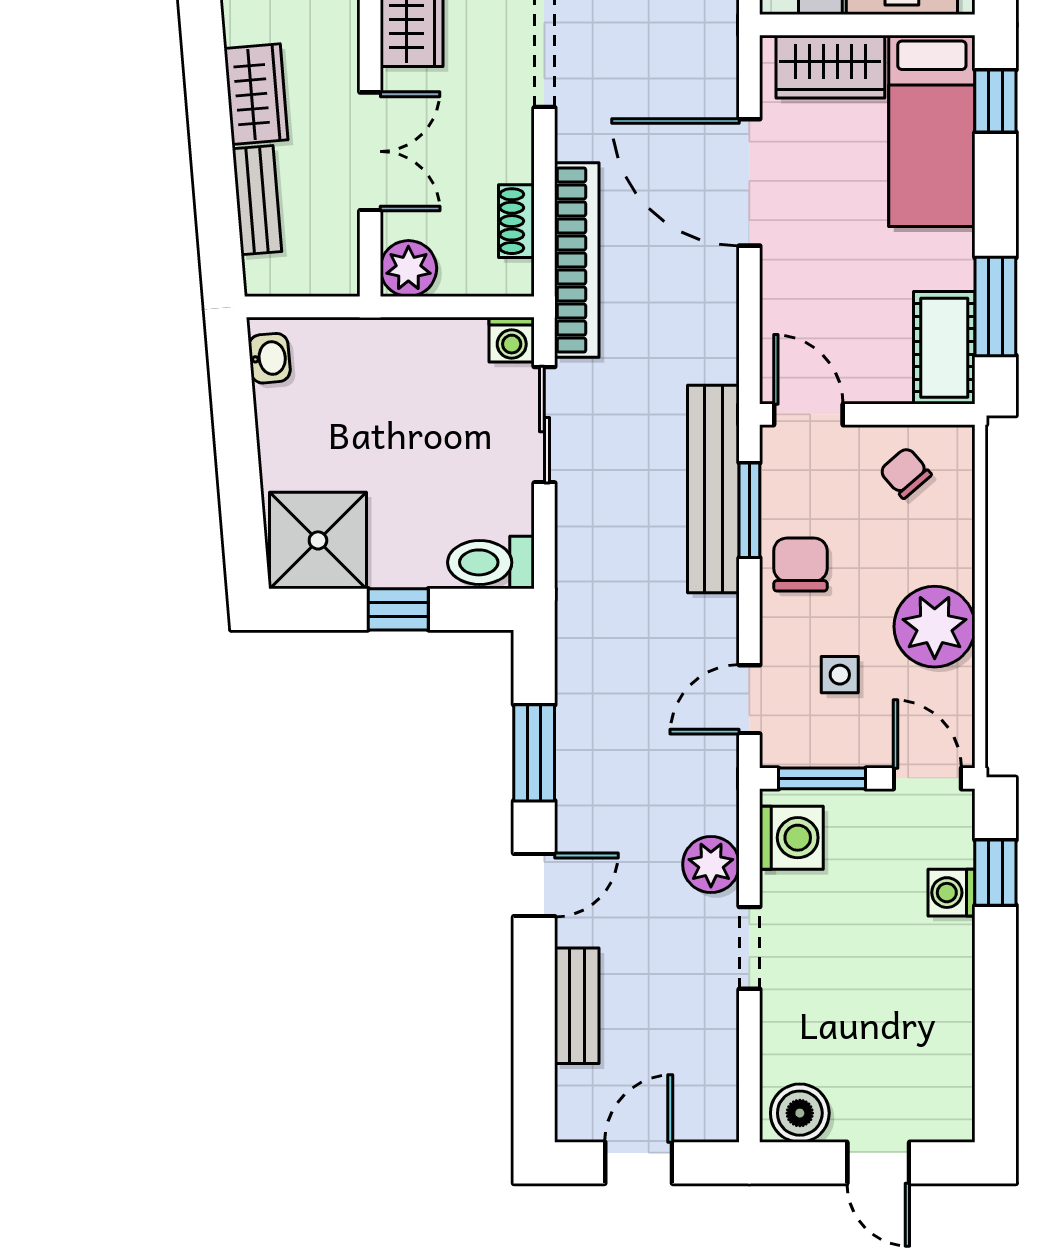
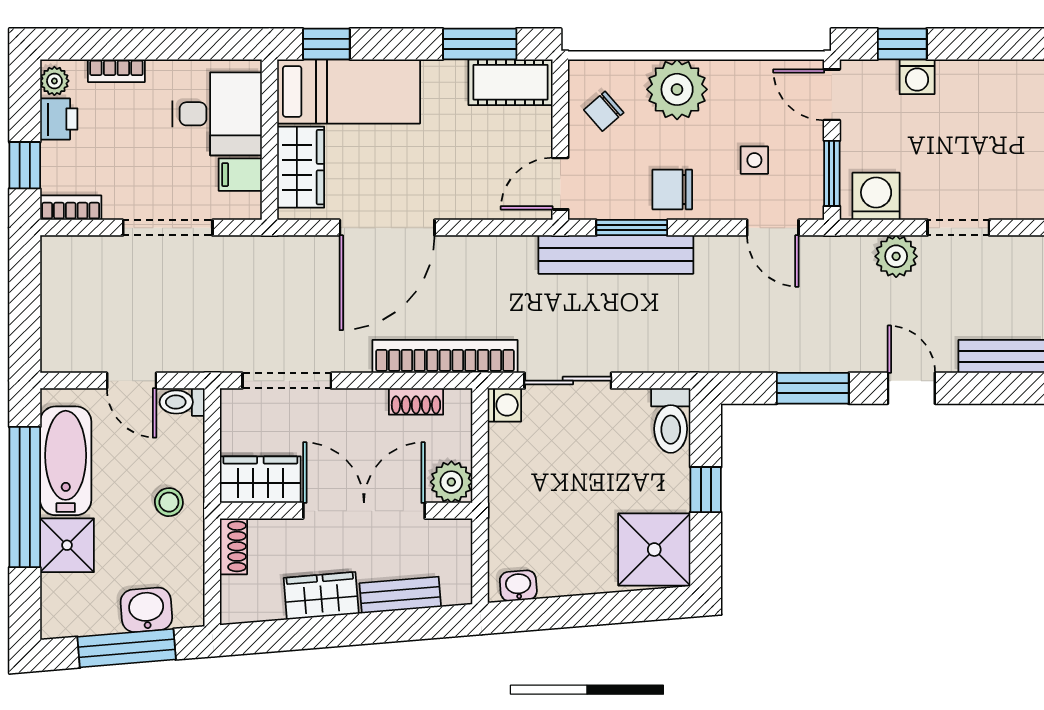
double door: (370, 151) -> (364, 511), width x1.37
plant: (935, 627) -> (677, 89), moved
door: (927, 778) -> (832, 95), hinge flipped

